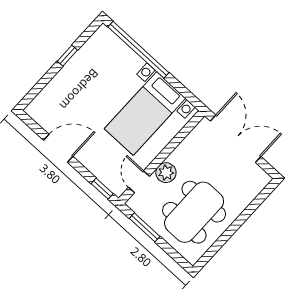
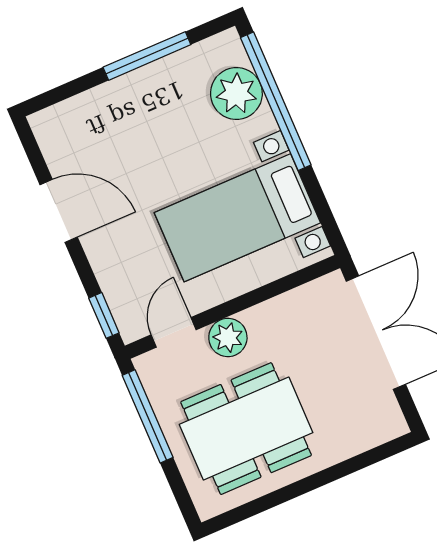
plant: (118, 54) -> (236, 93), added
window: (67, 56) -> (147, 56), width x2.17
window: (145, 227) -> (148, 416), width x1.44

